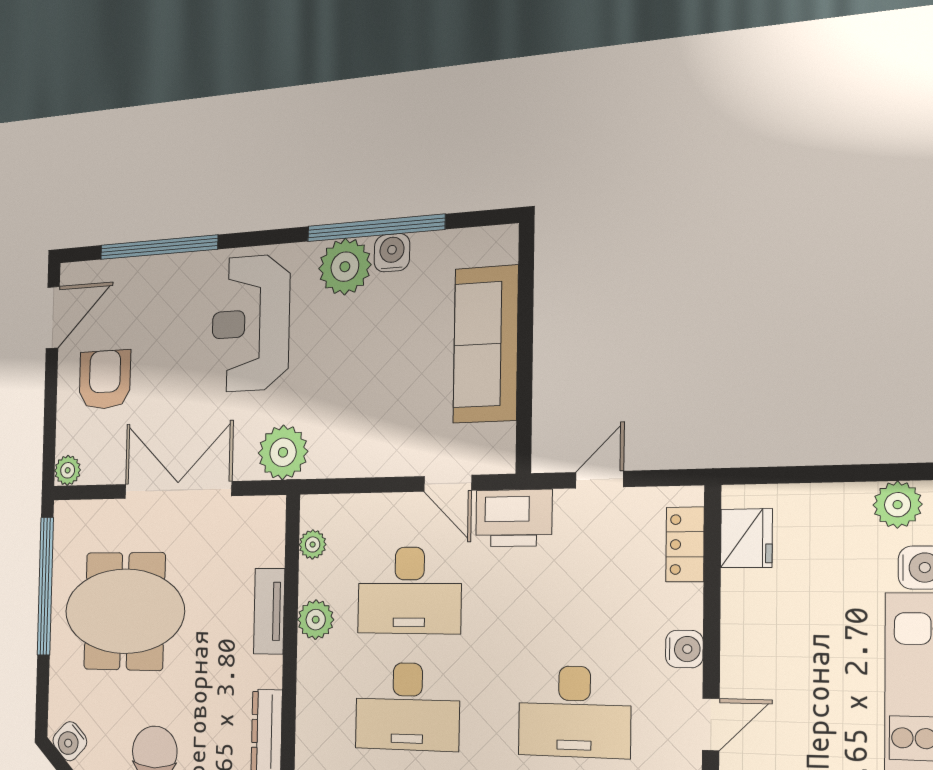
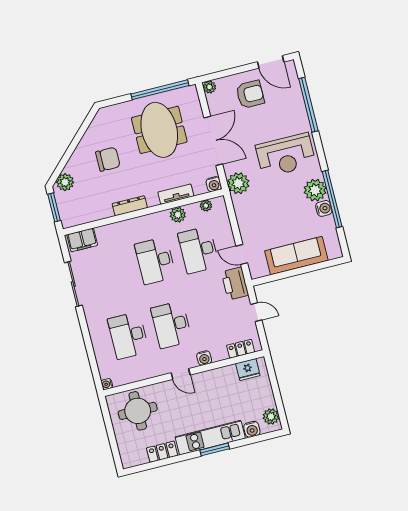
reception desk: (251, 323) -> (286, 155), turned 180
door: (448, 483) -> (242, 254), hinge flipped
water cooler: (70, 741) -> (214, 184), moved, turned -135

